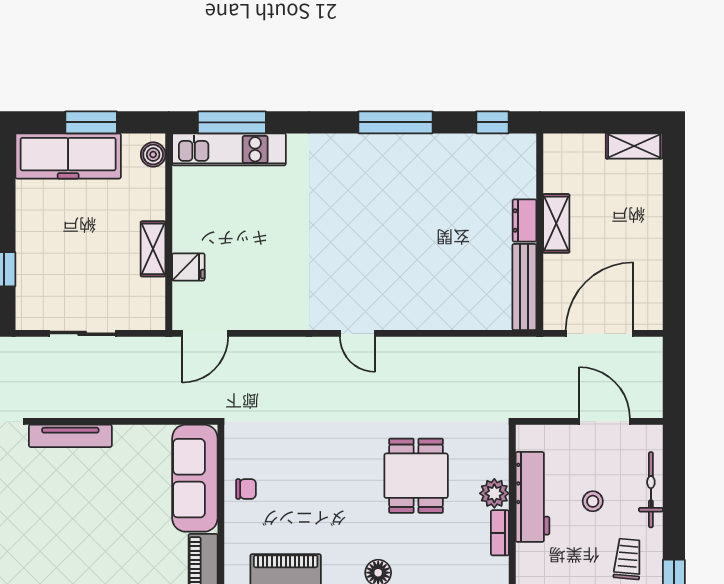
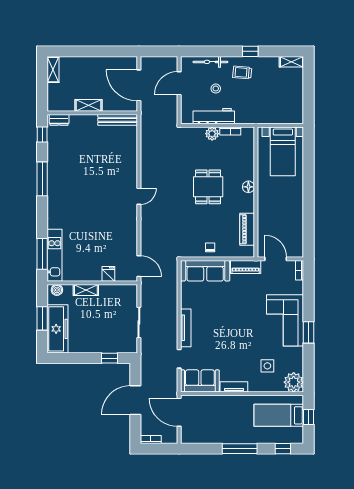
dresser: (524, 220) -> (59, 120), moved
shelving: (153, 249) -> (86, 290), moved
dining table: (416, 476) -> (208, 187), moved, turned 90

